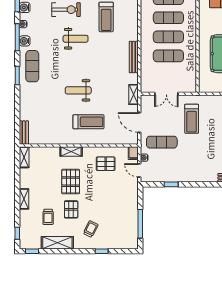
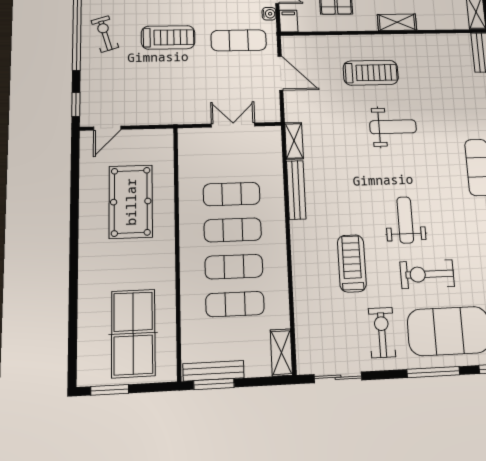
weight bench: (76, 39) -> (405, 220), turned 90
shelving: (134, 95) -> (294, 141), moved
treadmill: (192, 119) -> (168, 37), moved, turned 90
treadmill: (88, 122) -> (371, 73), turned 180

